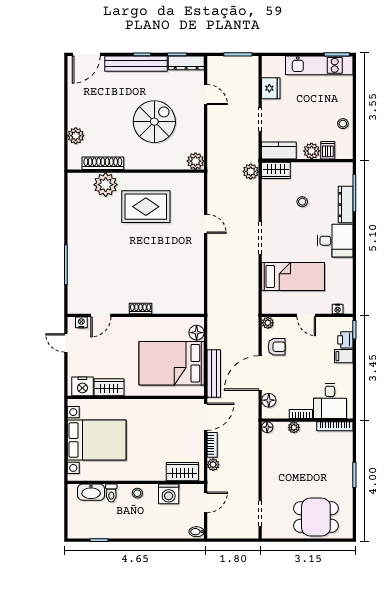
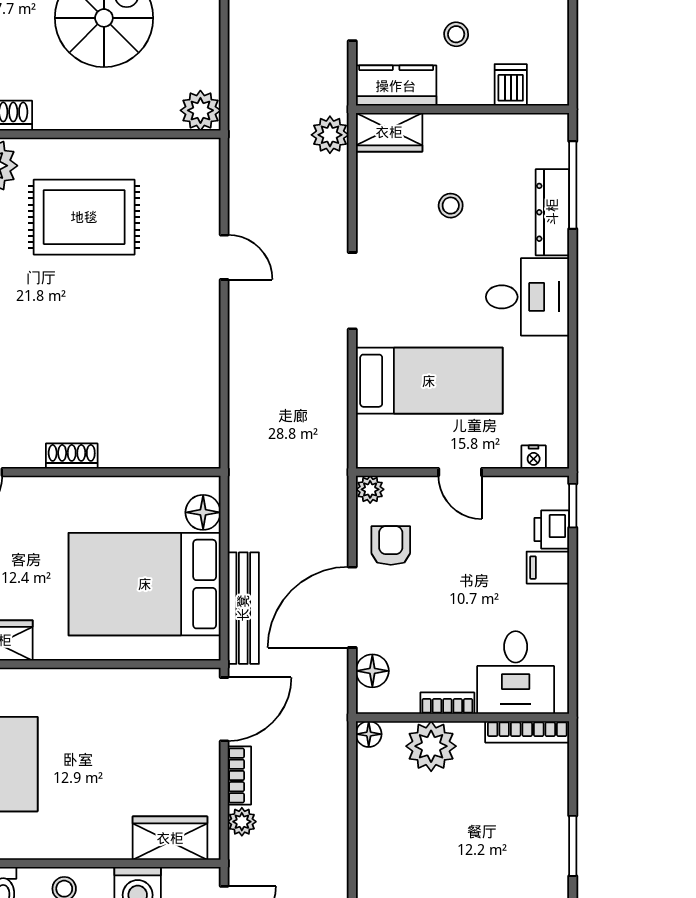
stool: (343, 124) -> (456, 34), moved
plant: (312, 151) -> (473, 87), removed
armchair: (277, 347) -> (391, 546), turned -90
plant: (294, 427) -> (431, 746), width x1.88, depth x1.88

